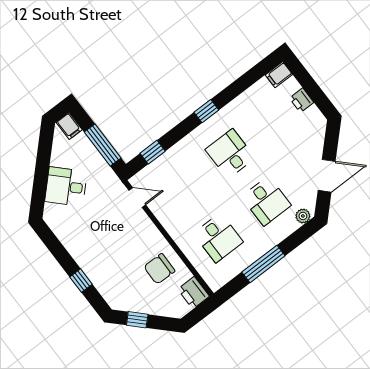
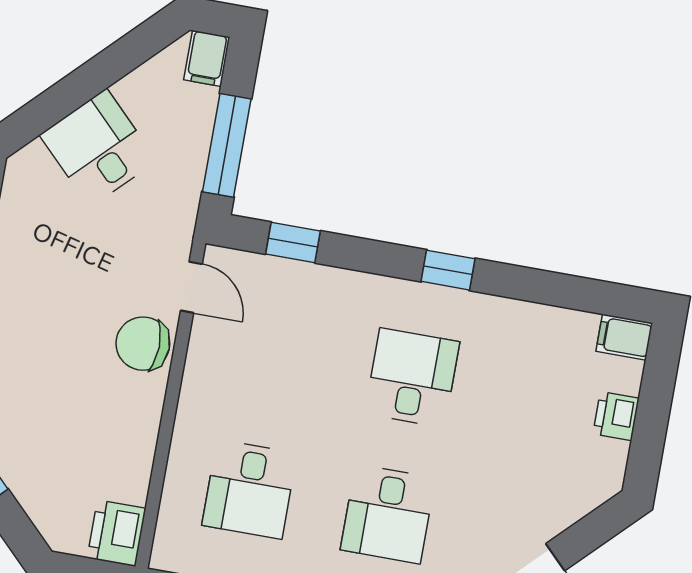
chair: (159, 269) -> (143, 344), moved

